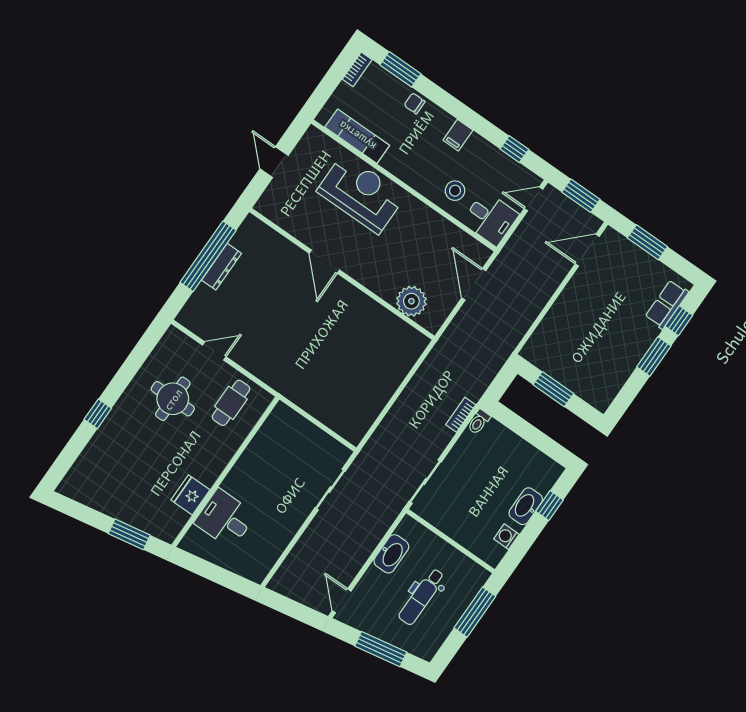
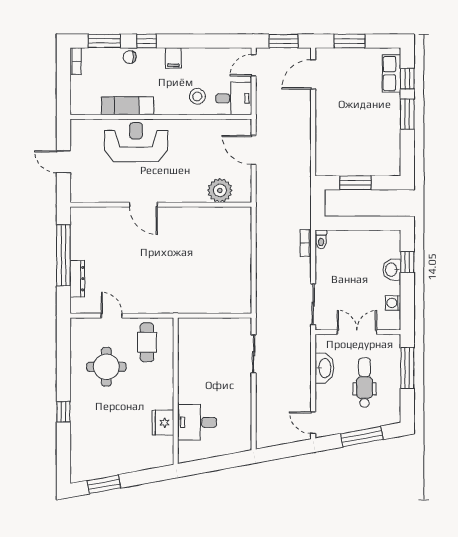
exam couch: (357, 136) -> (128, 106), moved
window: (514, 149) -> (146, 41), moved
dresser: (222, 267) -> (77, 279), moved
door: (214, 351) -> (112, 316), hinge flipped
washbasin: (526, 506) -> (392, 270), width x0.72
window: (129, 534) -> (104, 484), moved
double door: (450, 541) -> (357, 332), added
dental chair: (422, 597) -> (364, 383), turned 180

